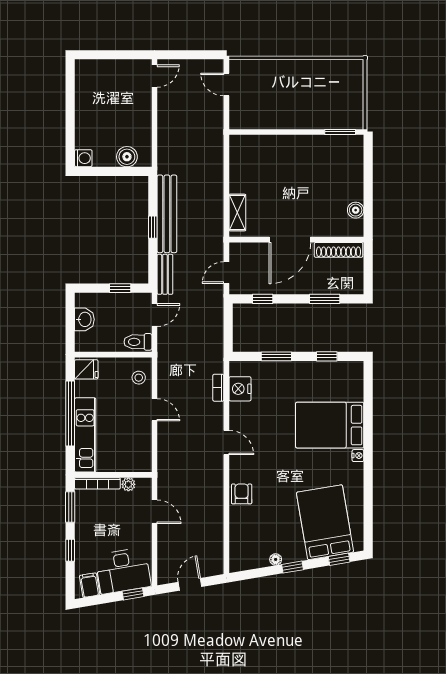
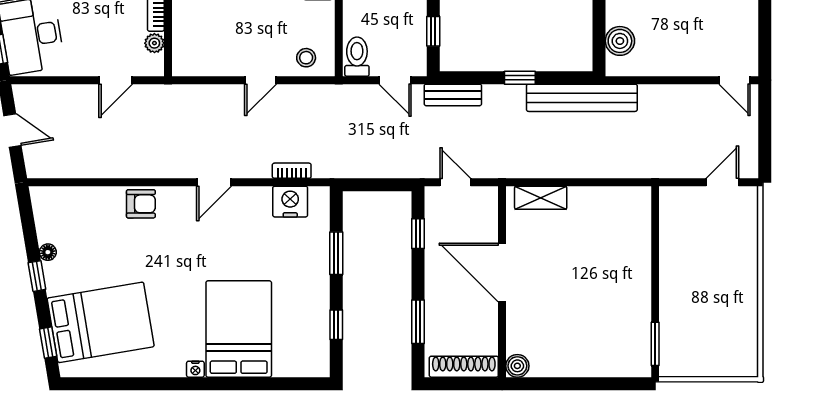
boiler: (356, 210) -> (517, 366), moved
bench: (167, 214) -> (582, 98), moved
shoe rack: (339, 250) -> (464, 367), moved, turned 90

